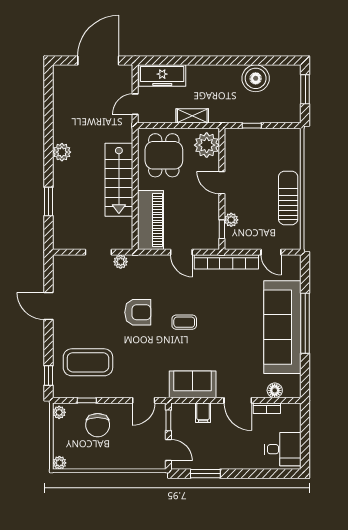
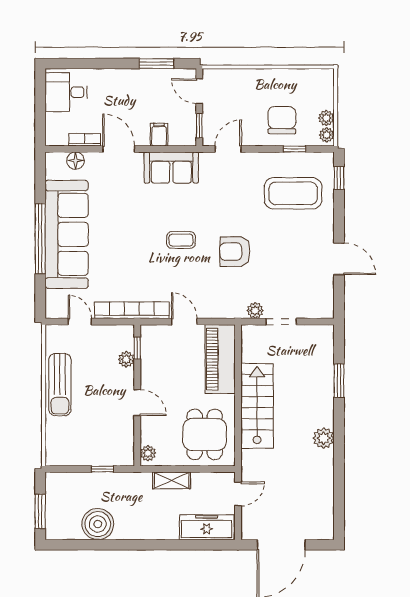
plant: (207, 145) -> (148, 453), width x0.53, depth x0.53
plant: (59, 463) -> (326, 118), moved

